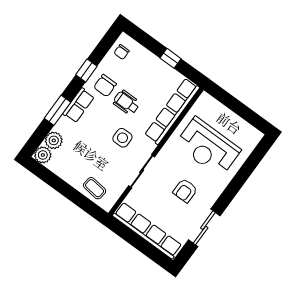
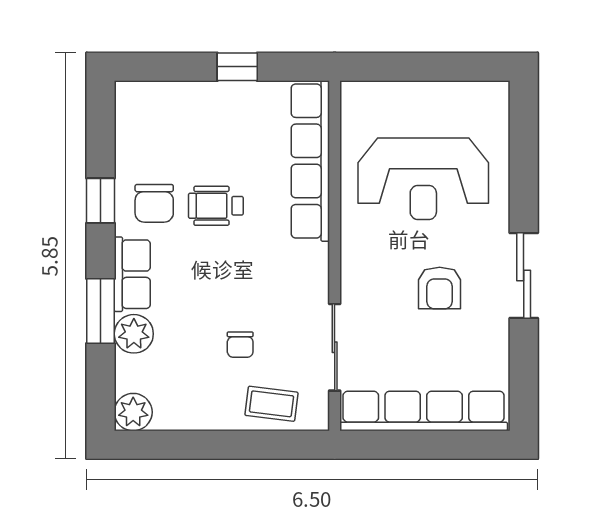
chair: (122, 52) -> (240, 345), moved
side table: (122, 138) -> (255, 275), removed
plant: (54, 140) -> (134, 334), moved
sliding door: (142, 171) -> (335, 347), moved
sliding door: (204, 228) -> (524, 275), moved

